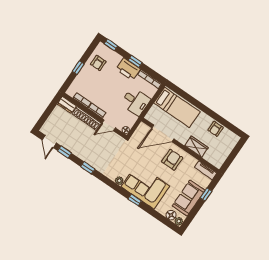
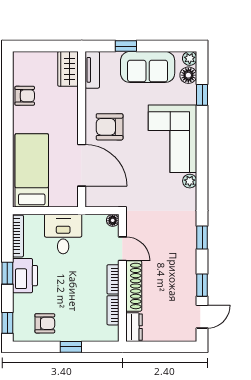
wardrobe: (196, 147) -> (68, 69), moved
window: (135, 200) -> (202, 95), moved

